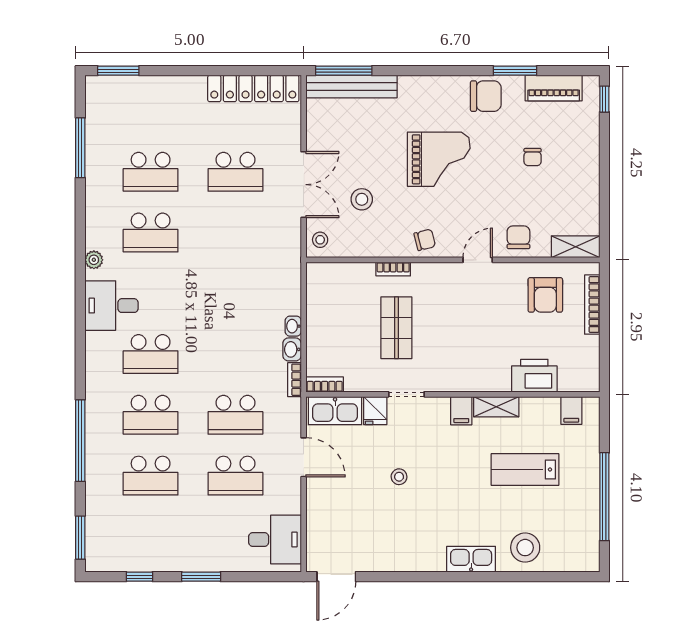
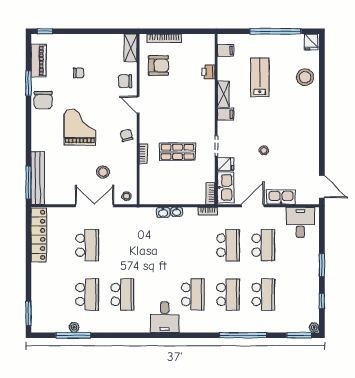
chair: (486, 96) -> (43, 100), turned 180
plant: (94, 260) -> (74, 327), moved
washbasin: (292, 349) -> (163, 212), moved
printer: (534, 376) -> (208, 72), width x0.53, depth x0.68
lab bench: (525, 469) -> (260, 77), turned 180
fridge: (586, 558) -> (311, 42), added
kitchen sink: (471, 559) -> (281, 197), moved, turned 90
plant: (93, 563) -> (314, 328), added

